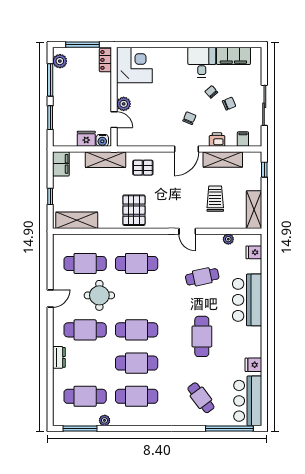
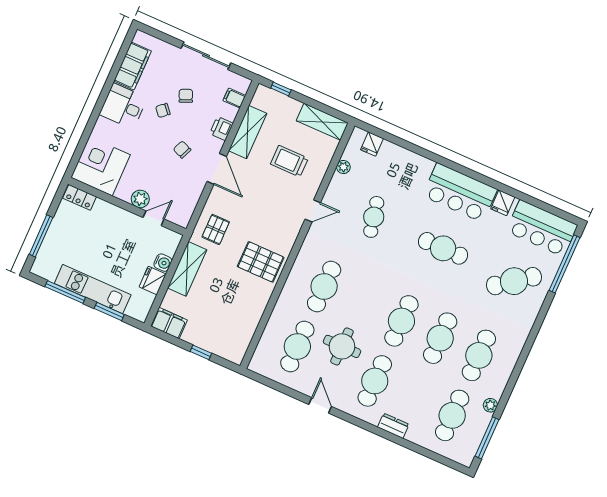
locker: (105, 60) -> (80, 197), moved
plant: (60, 61) -> (48, 271), removed
corner desk: (134, 65) -> (101, 166), moved
wall: (114, 97) -> (127, 206), moved
kitchen unit: (61, 99) -> (93, 289), added
plant: (124, 104) -> (140, 199), moved
door: (114, 120) -> (154, 218), moved
shelving: (77, 220) -> (243, 334), removed
bar counter: (247, 300) -> (460, 193), moved
cafe table: (201, 398) -> (514, 281), width x1.37, depth x1.35

